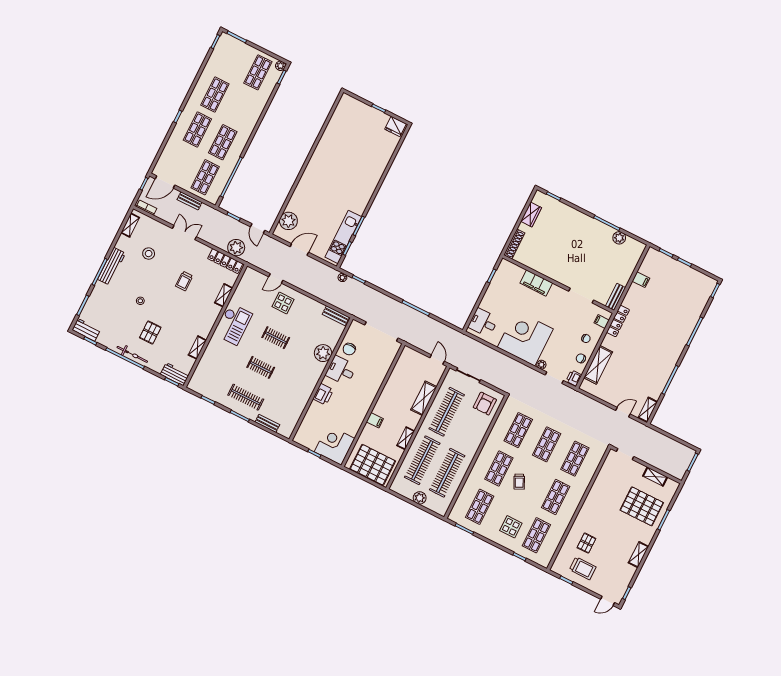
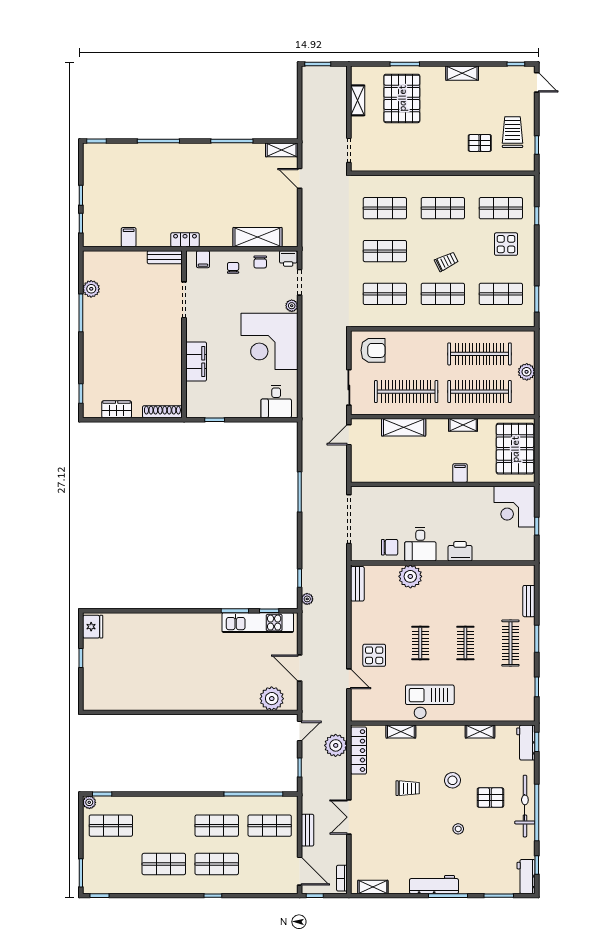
stool: (149, 254) -> (452, 780), moved
locker: (618, 321) -> (185, 240), width x0.66
bicycle: (132, 354) -> (525, 806), width x1.37, depth x1.40

